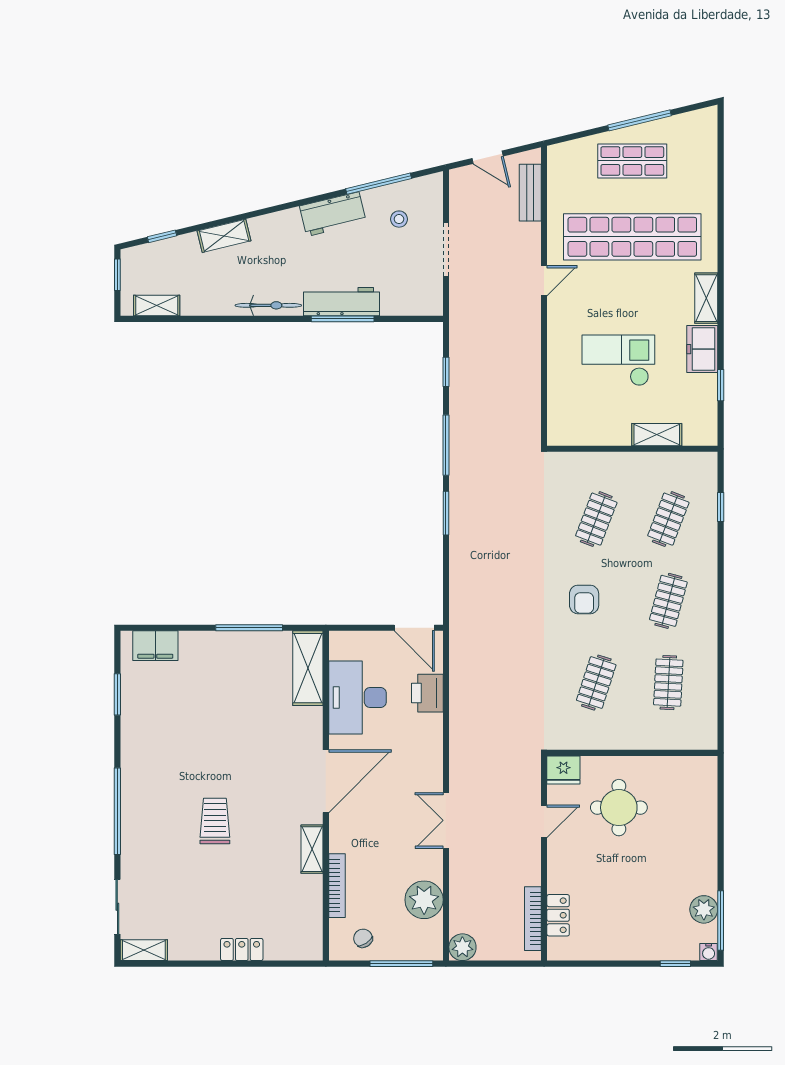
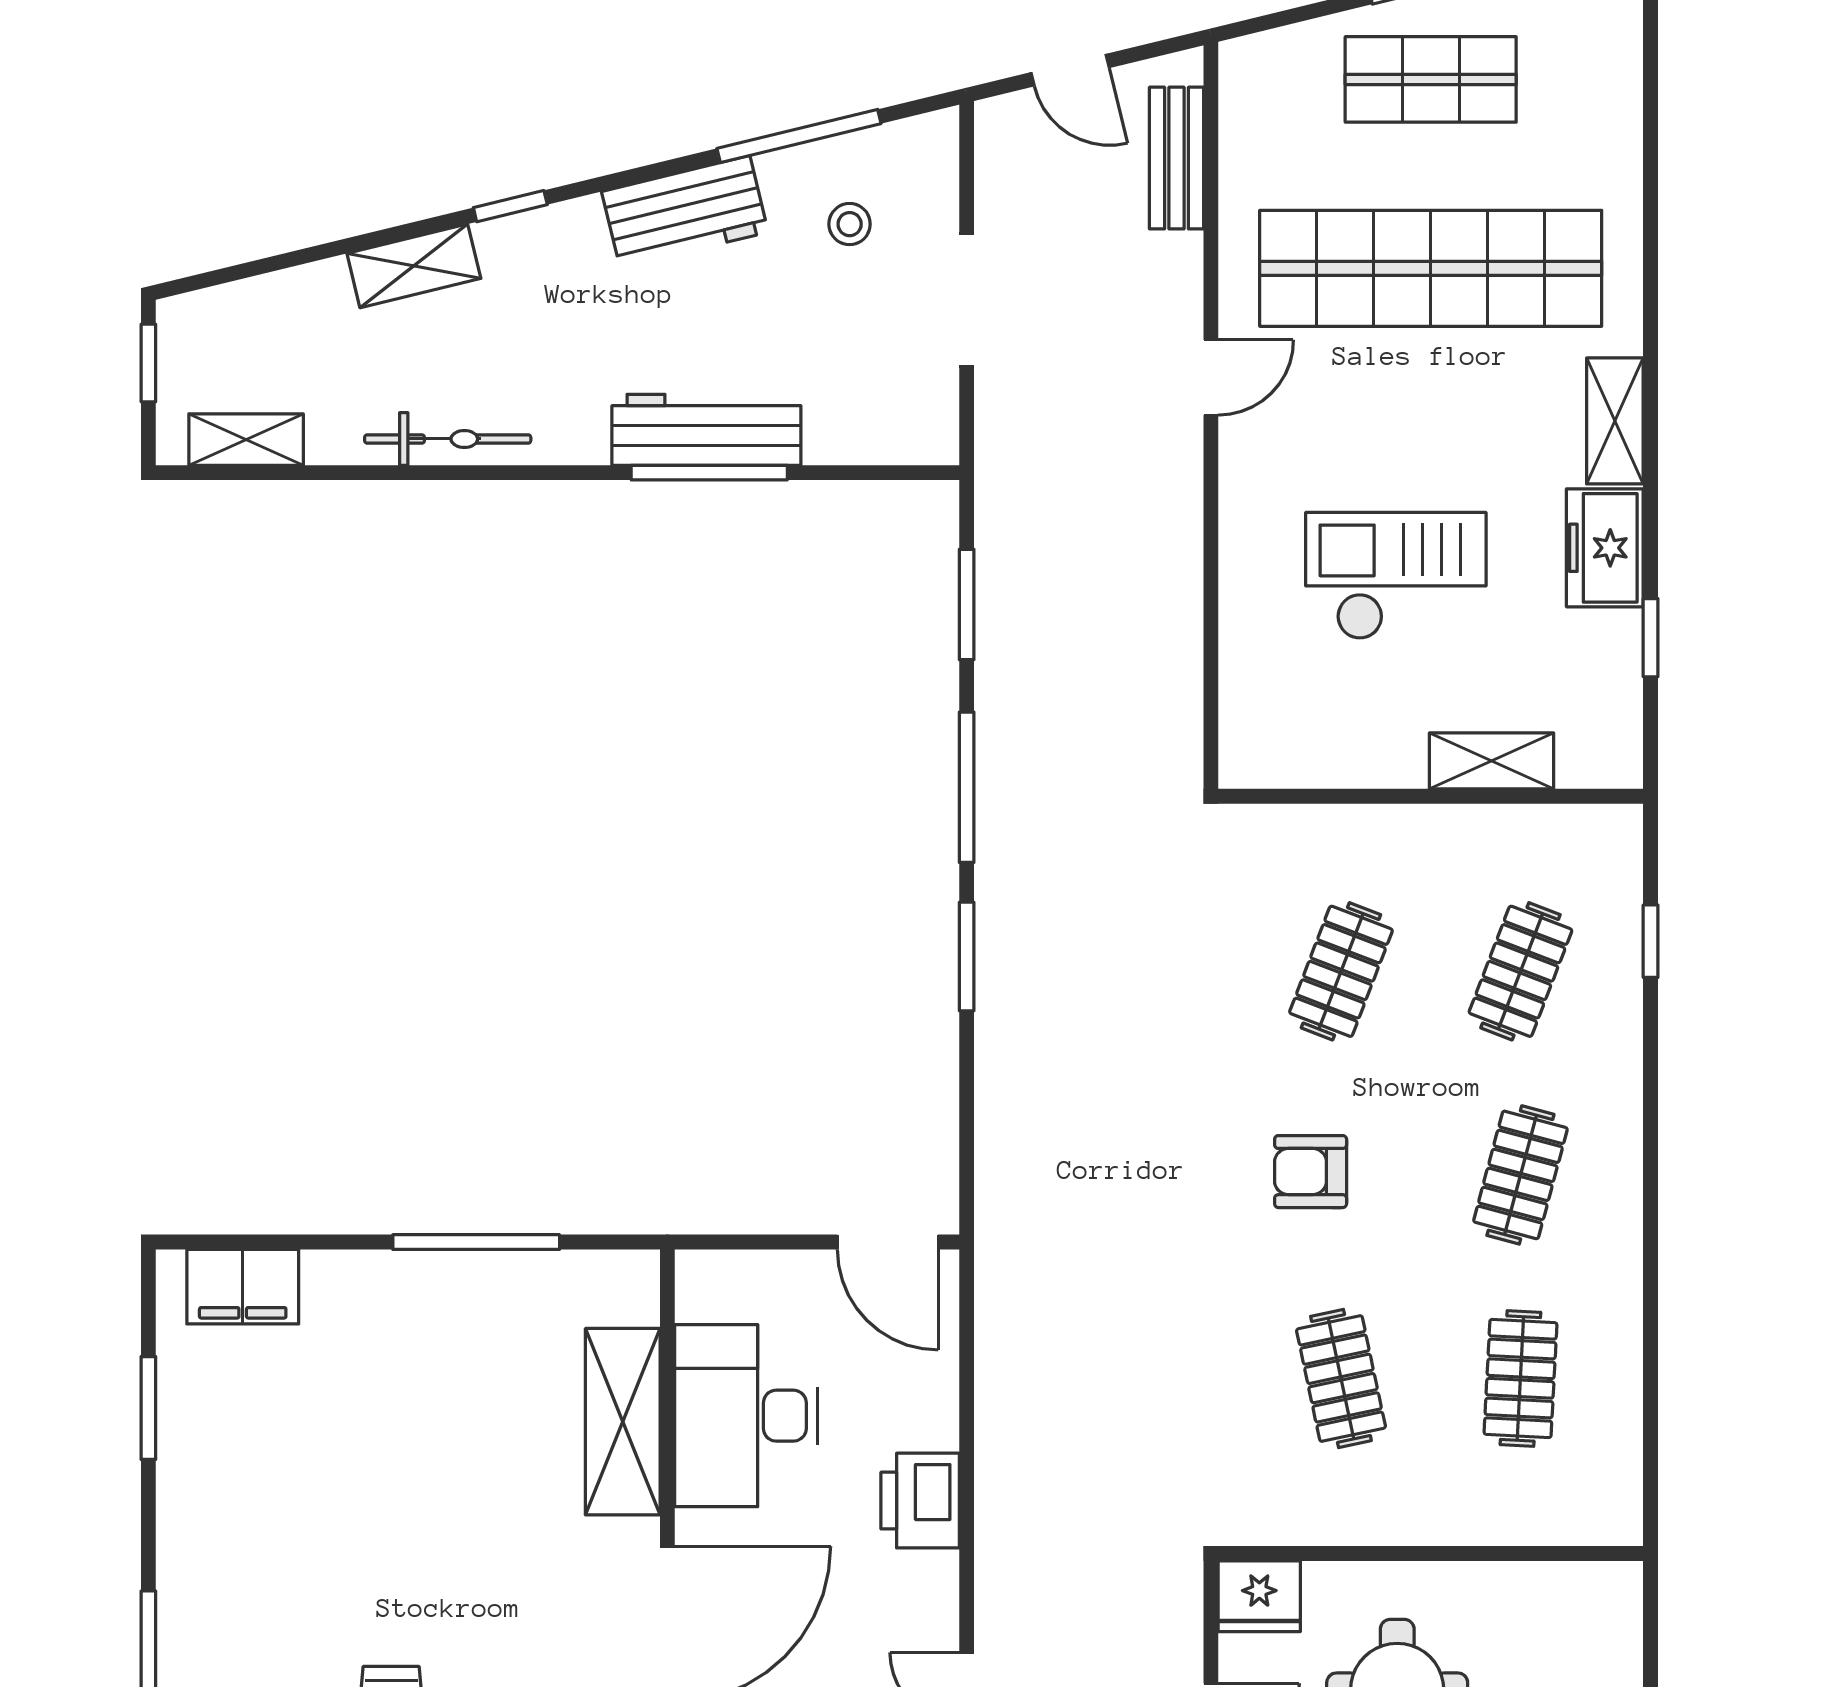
window: (162, 236) -> (510, 206), moved
bicycle: (268, 305) -> (448, 439), moved
window: (446, 372) -> (967, 604), width x1.50
armchair: (584, 599) -> (1311, 1172), turned 90
shelving: (308, 668) -> (623, 1422), moved
clothes rail: (596, 683) -> (1341, 1378), turned -30
printer: (427, 693) -> (920, 1501), moved

